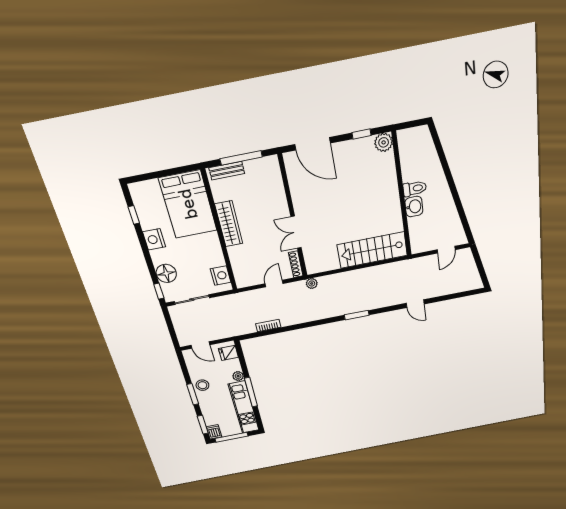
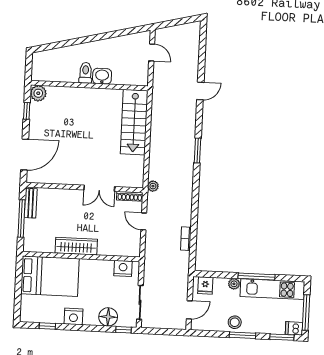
bench: (227, 171) -> (31, 203), moved

